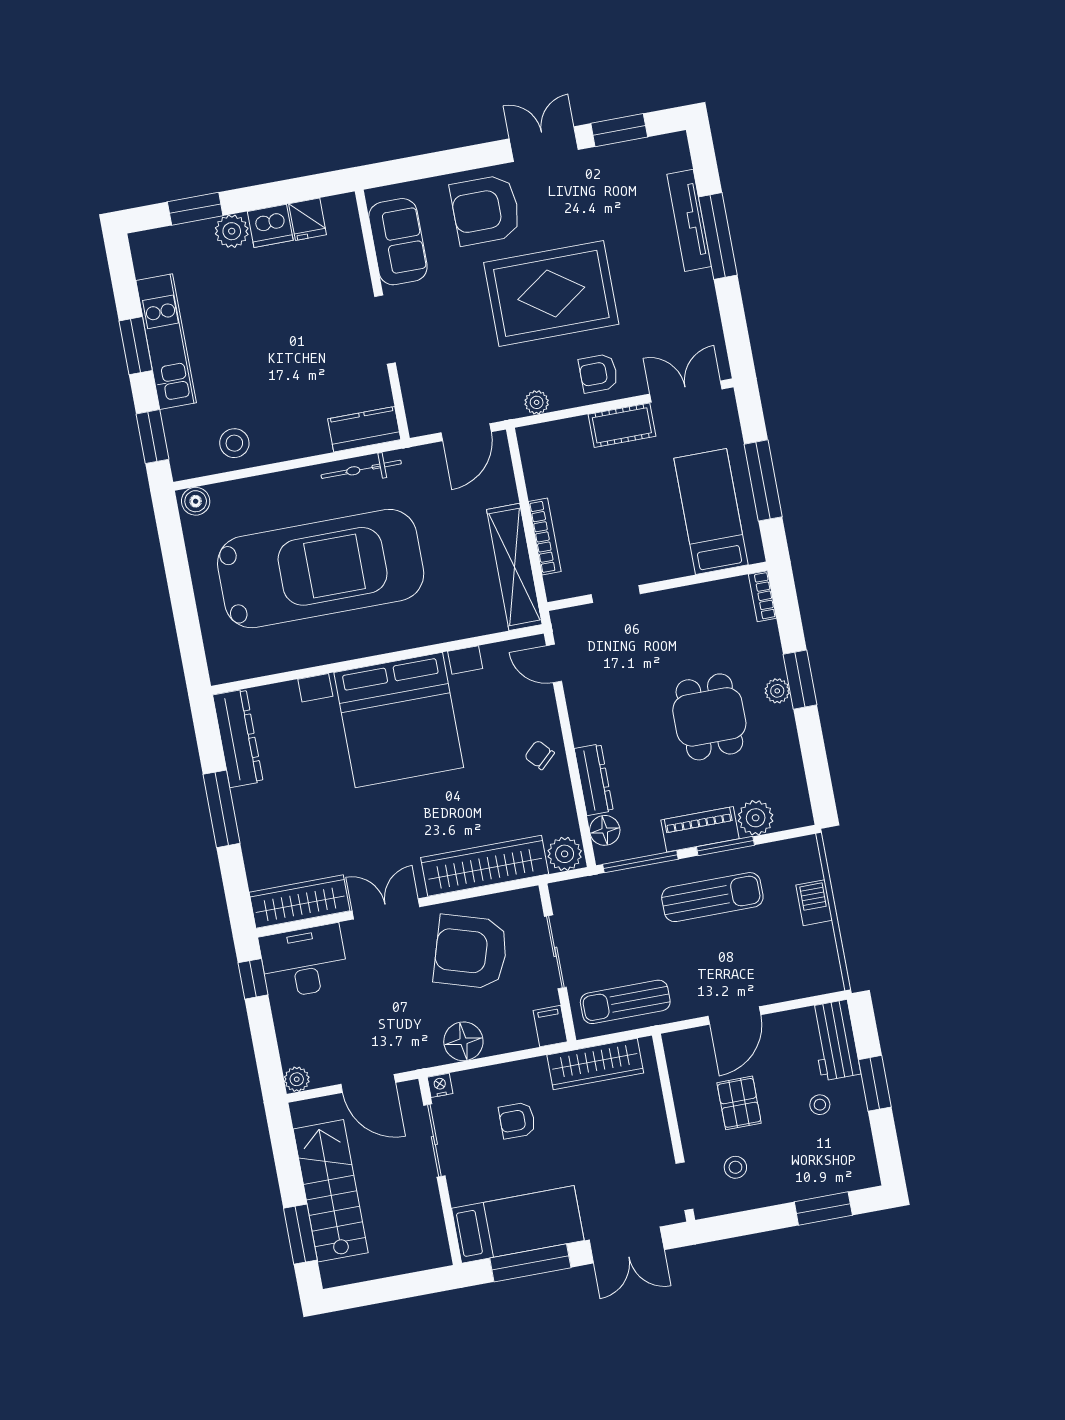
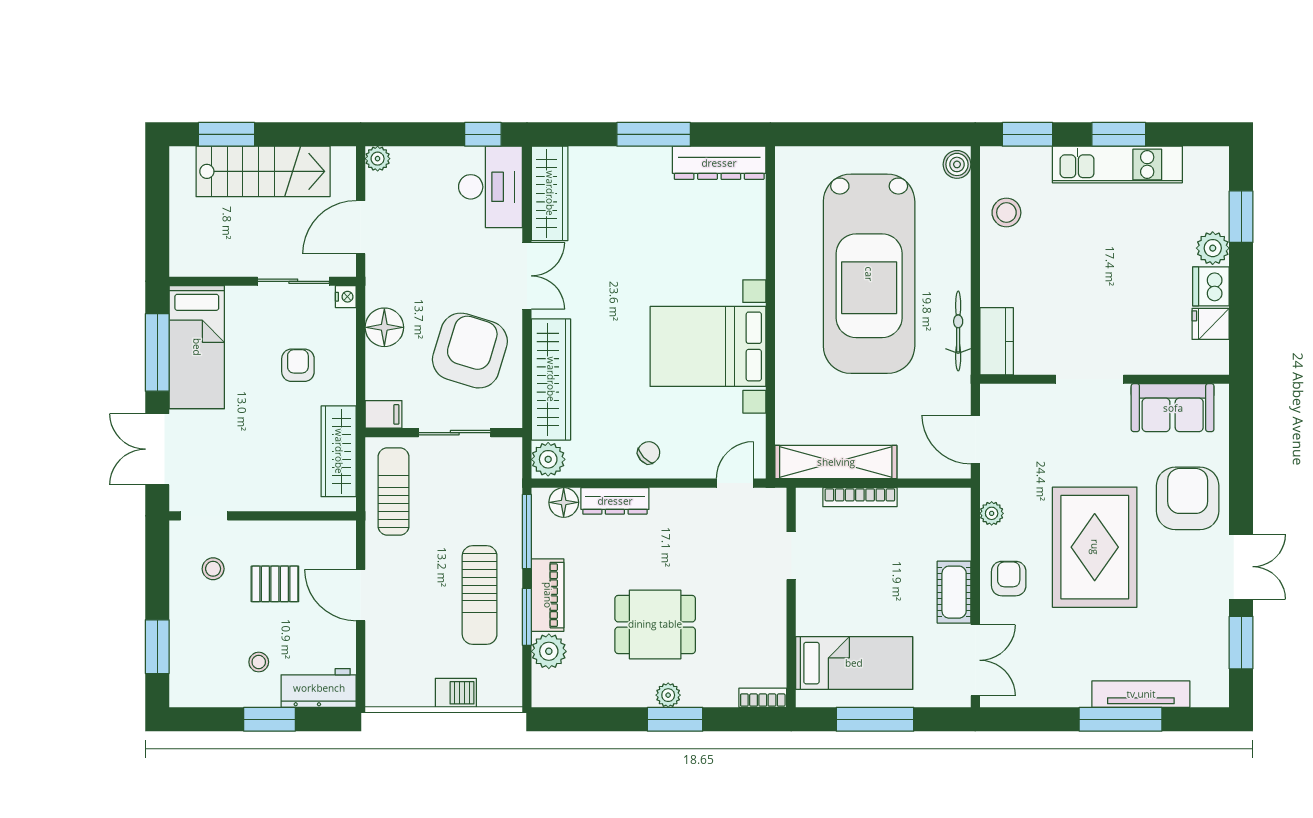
bed with nightstands: (399, 720) -> (708, 346), width x0.73

